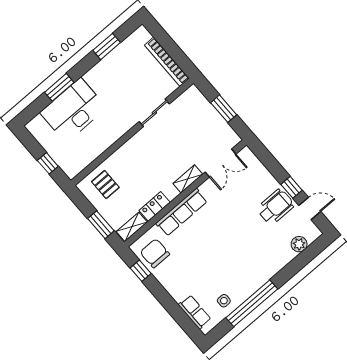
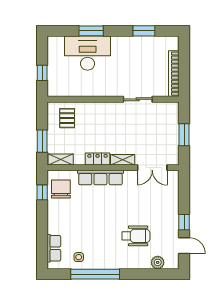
locker: (155, 206) -> (98, 159), moved
wheelchair: (276, 207) -> (136, 236), moved

